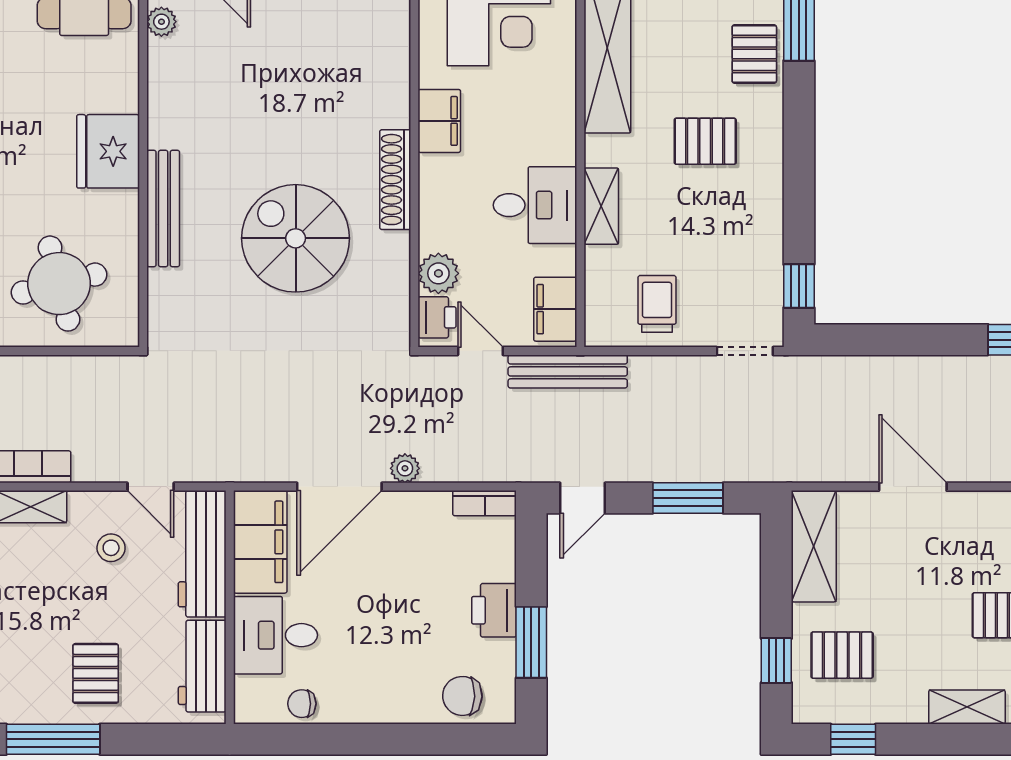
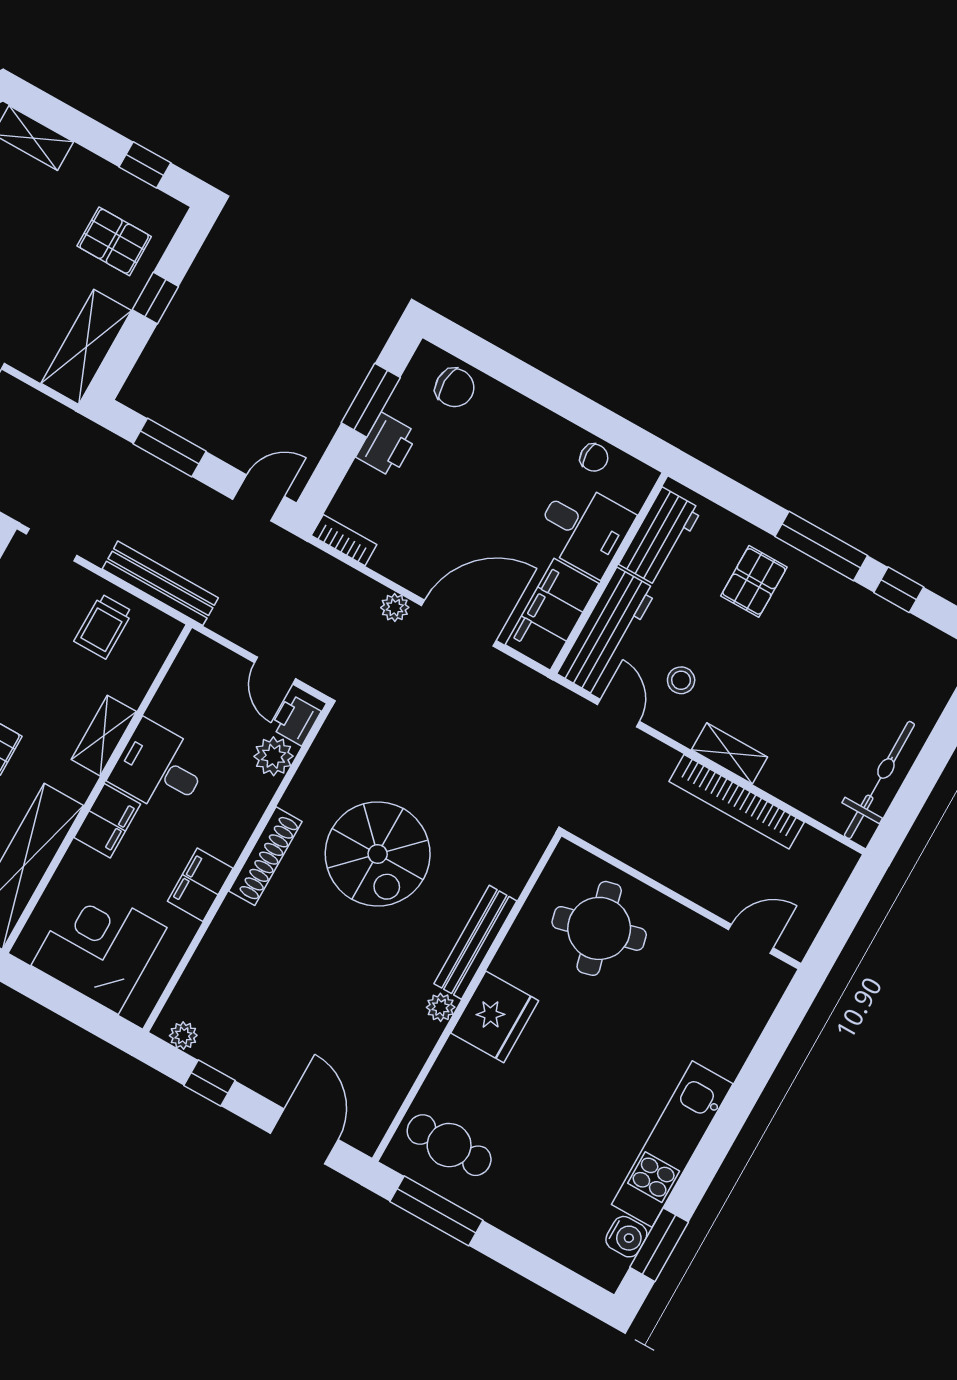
plant: (161, 22) -> (441, 1007), moved
filing cabinet: (555, 309) -> (107, 821), moved
bench: (568, 371) -> (160, 583), moved
window: (776, 660) -> (155, 298), moved

